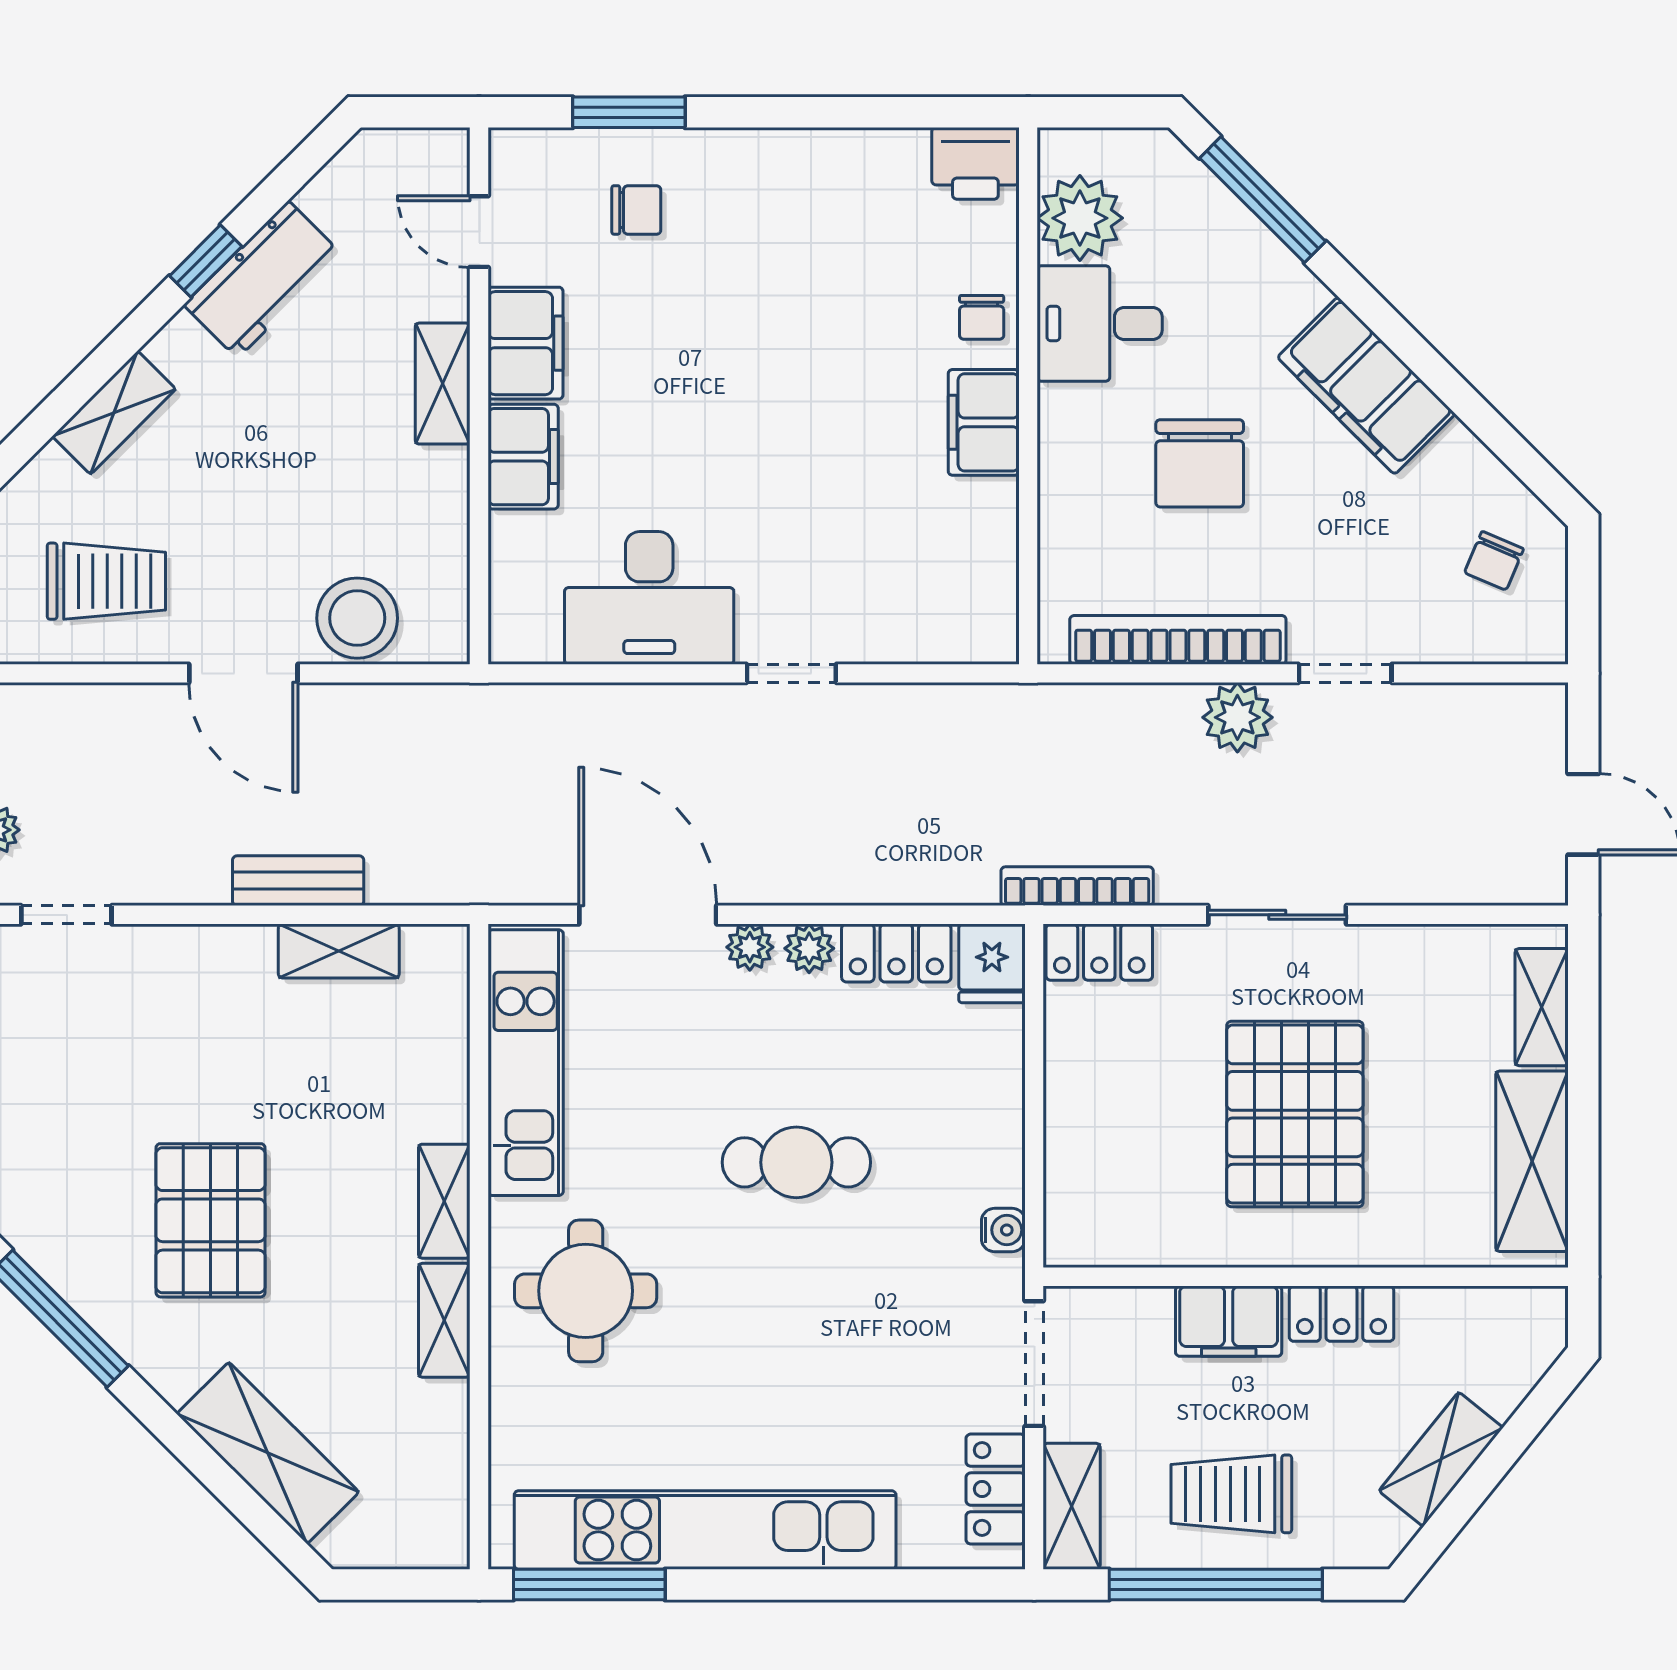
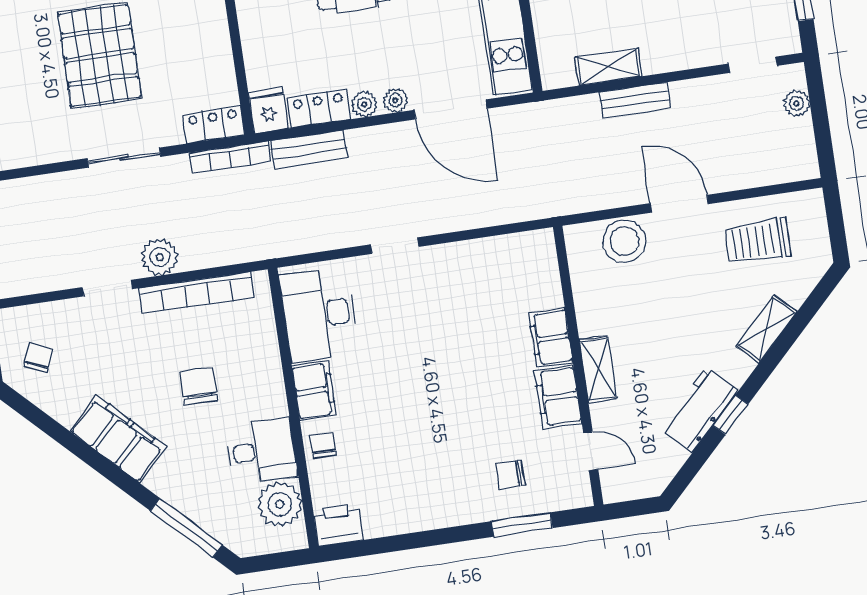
chair: (1200, 463) -> (199, 386), width x0.73, depth x0.73
desk: (649, 598) -> (319, 314), moved, turned -90
bench: (926, 879) -> (309, 149), added

